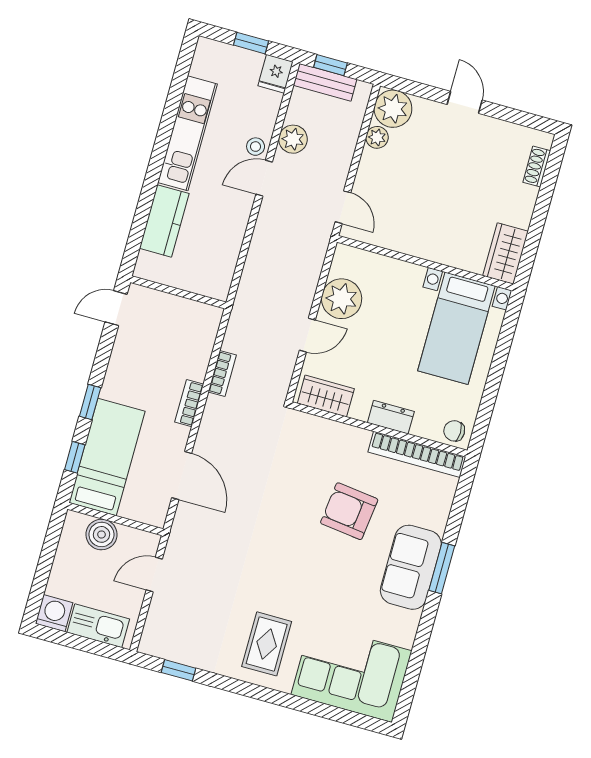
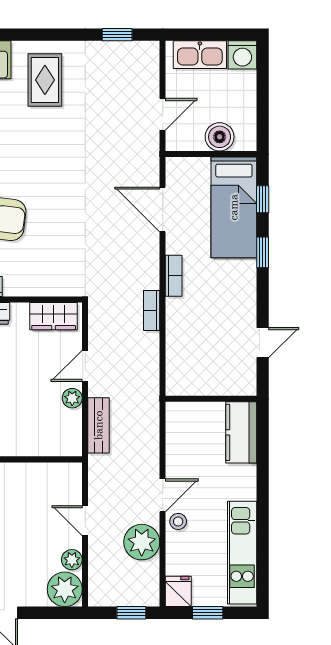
bench: (325, 82) -> (99, 425), moved, turned 90
kitchen unit: (188, 133) -> (242, 553), moved
plant: (293, 139) -> (142, 542), width x1.36, depth x1.36
door: (343, 207) -> (85, 521), moved
wall: (178, 292) -> (211, 399), moved
plant: (342, 299) -> (72, 398), width x0.53, depth x0.53

